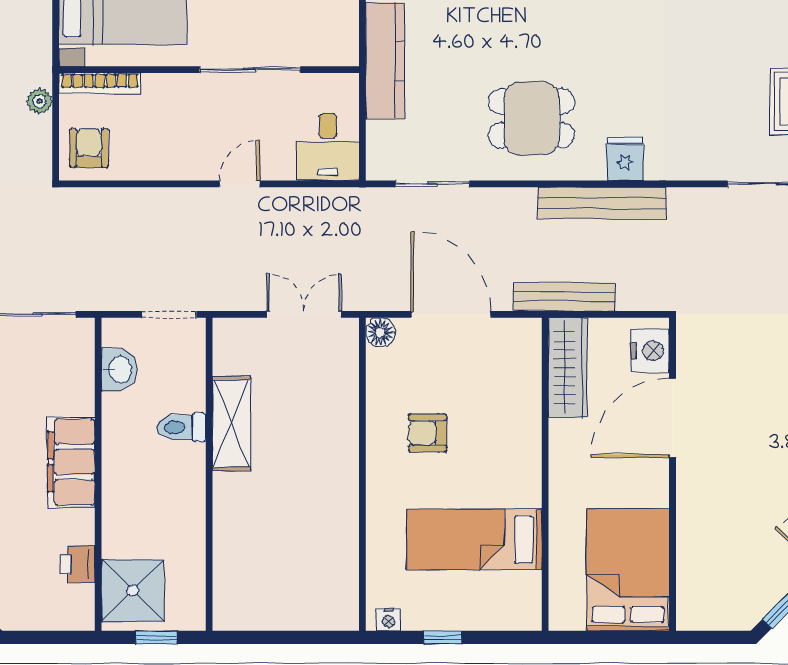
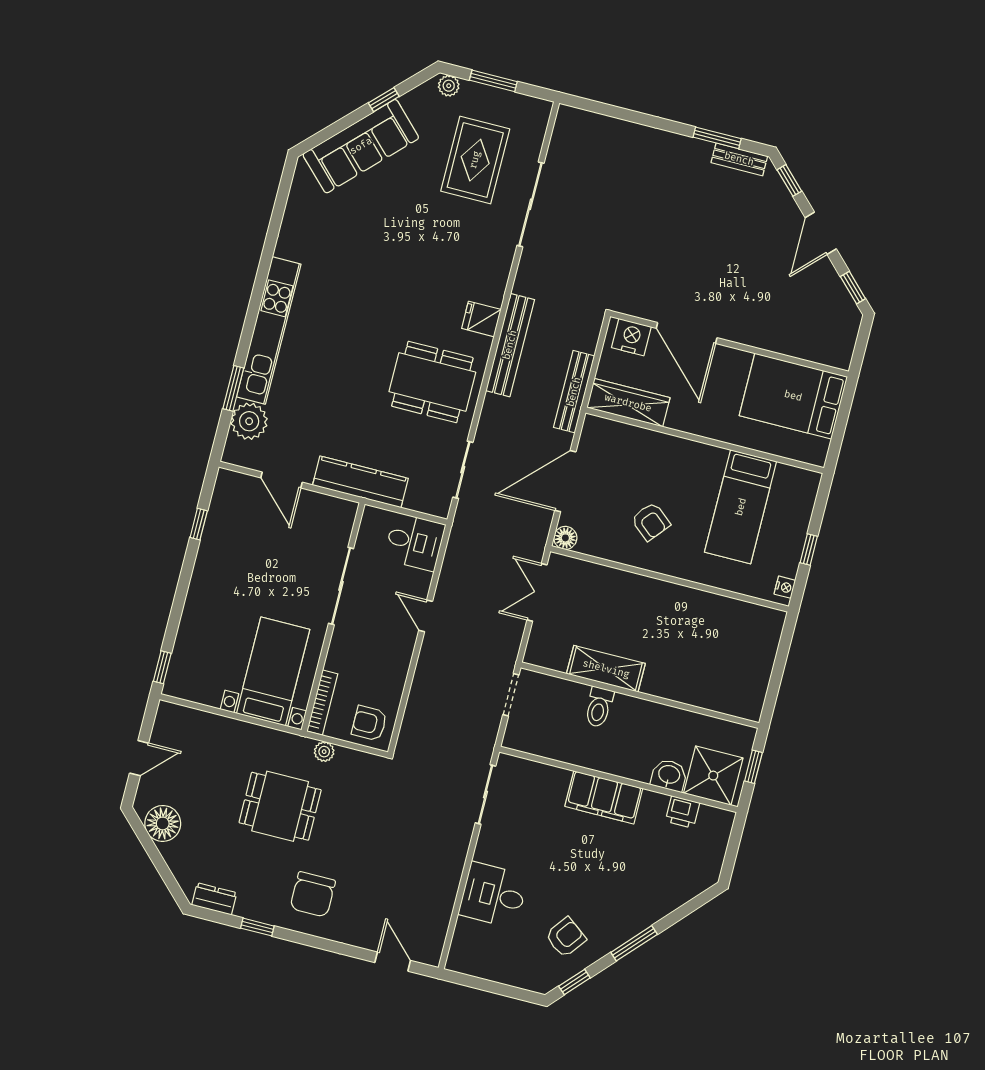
dining table: (532, 118) -> (432, 382), width x1.38
washbasin: (119, 369) -> (669, 775), moved
armchair: (428, 433) -> (651, 522), turned -50

